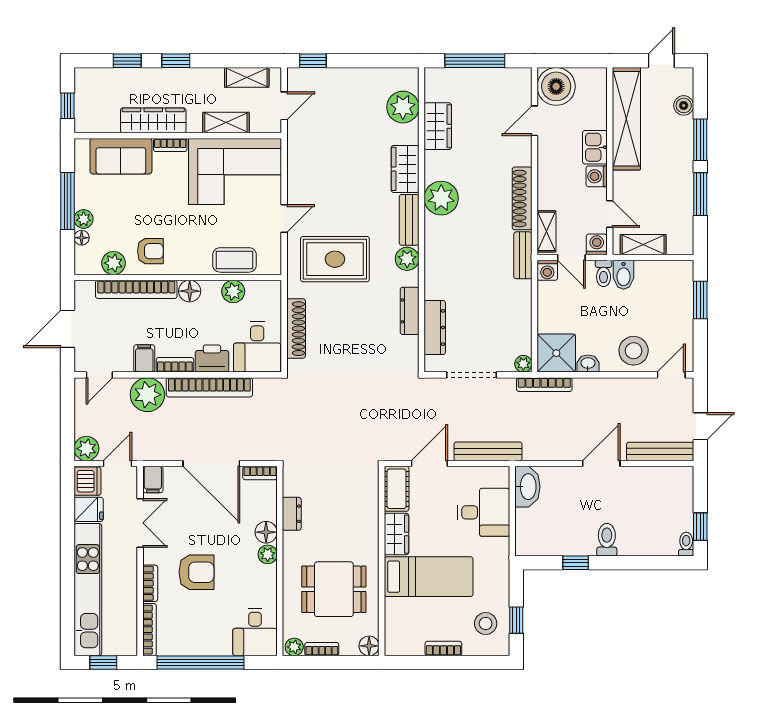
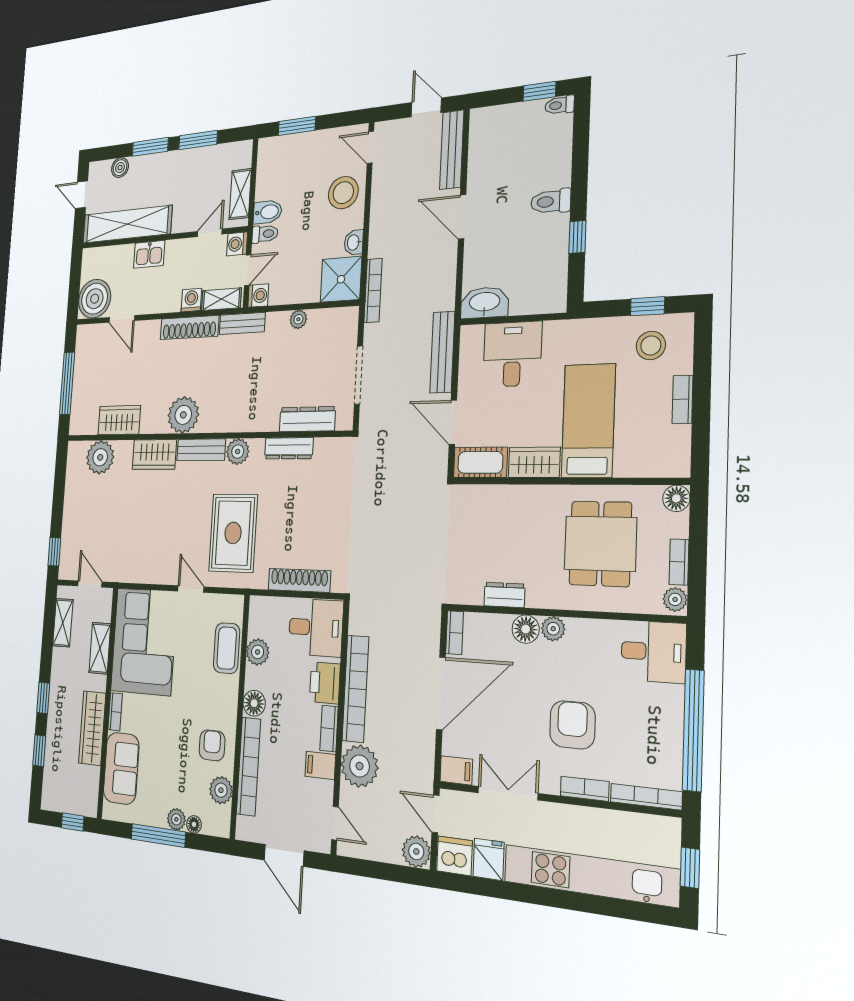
washing machine: (597, 176) -> (191, 300), moved, turned 180
plant: (523, 364) -> (298, 319), moved

